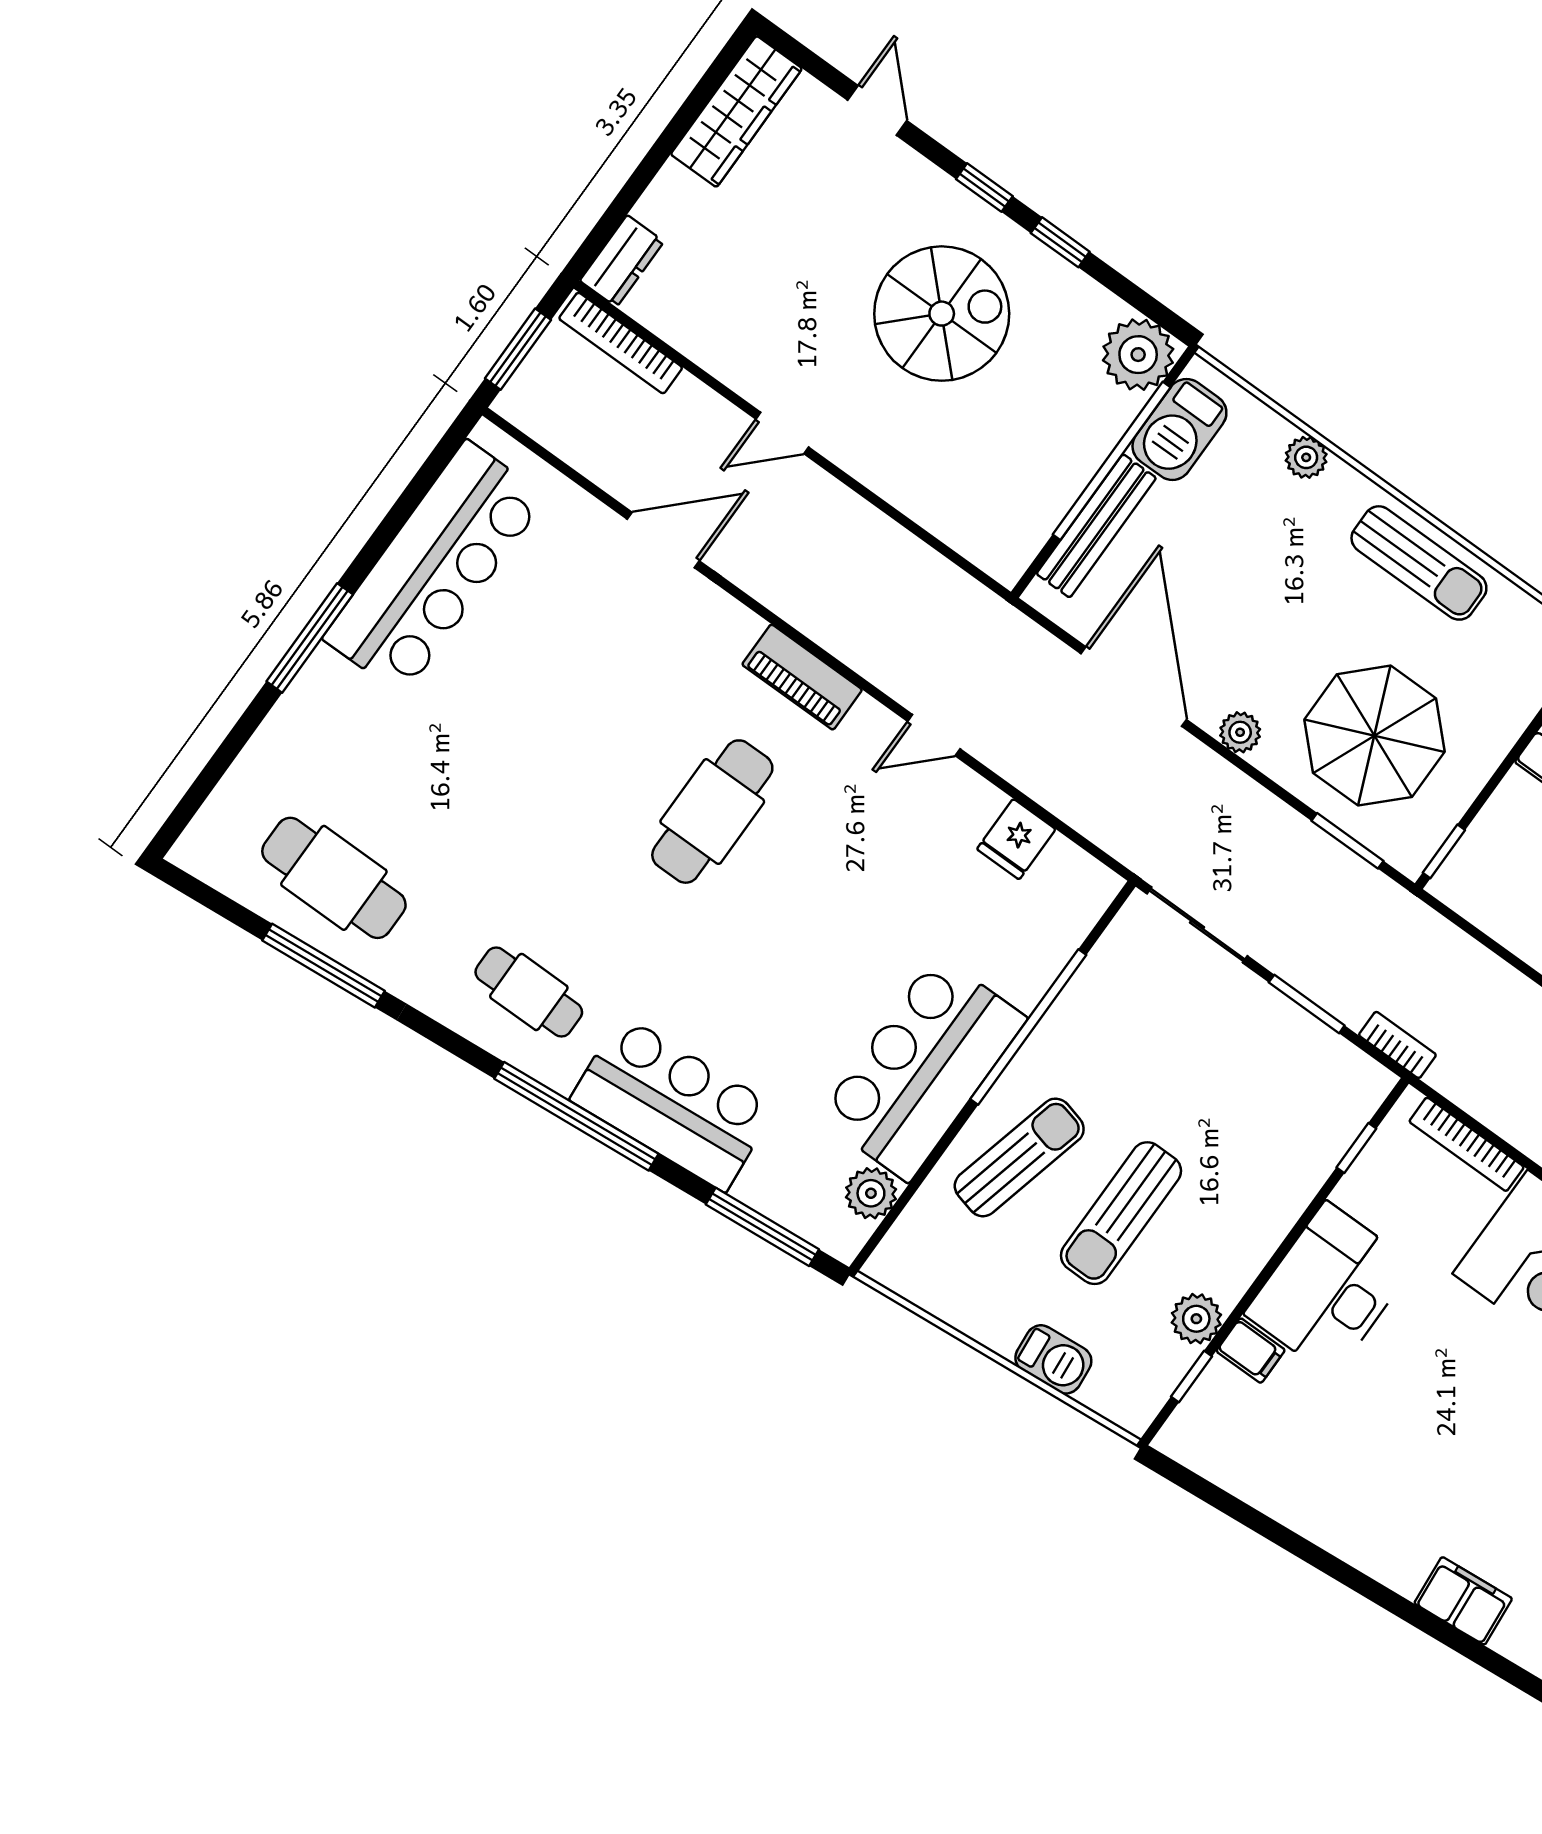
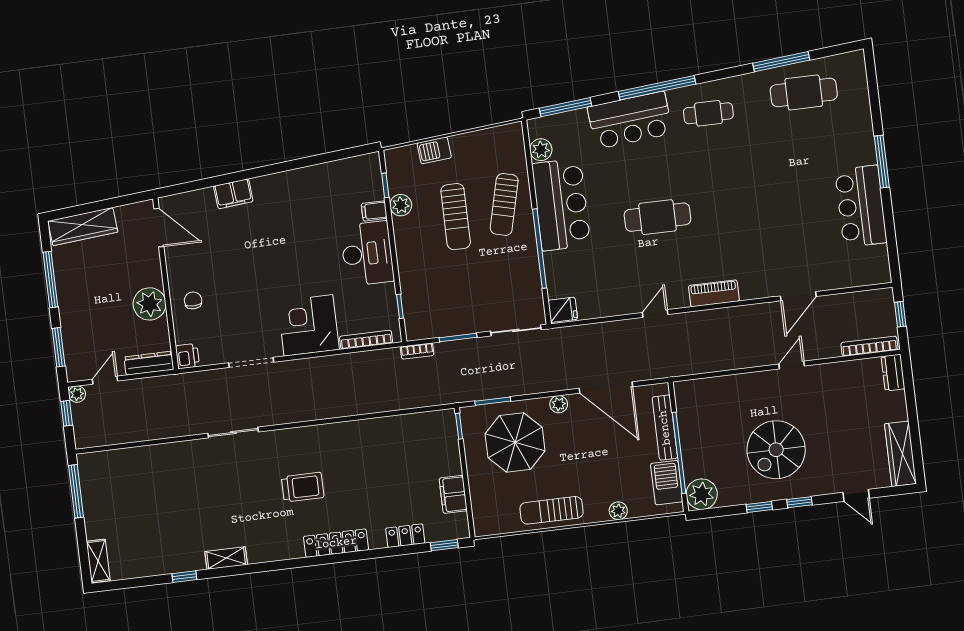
window: (518, 349) -> (900, 314), width x0.67
bar counter: (435, 568) -> (861, 206), width x0.73
cafe table: (712, 812) -> (657, 217), moved, turned 90
fridge: (1016, 839) -> (563, 310), moved, turned 90
sun lounger: (1121, 1213) -> (456, 217), turned 180

